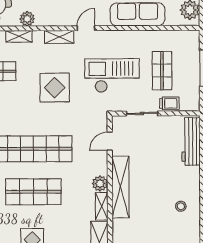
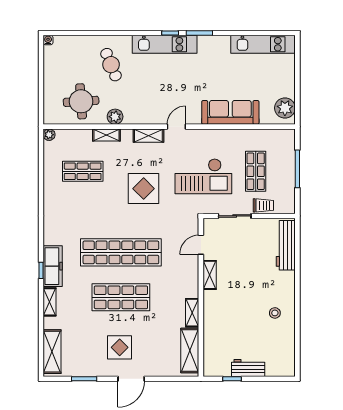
checkout: (112, 76) -> (203, 176), turned 180
plant: (100, 184) -> (190, 289), removed
shelving: (120, 187) -> (210, 275), width x0.45, depth x0.75

